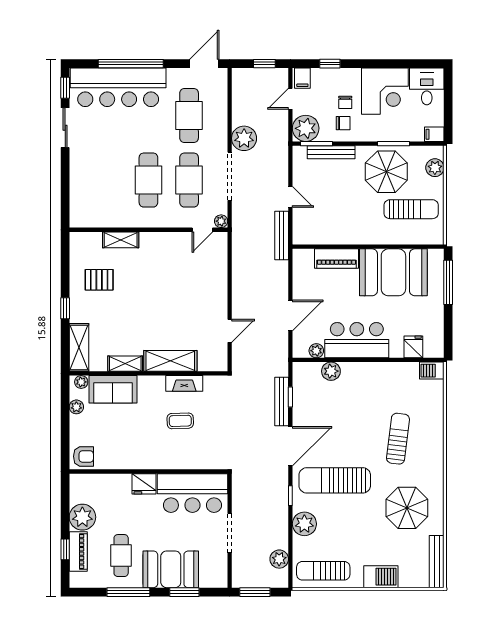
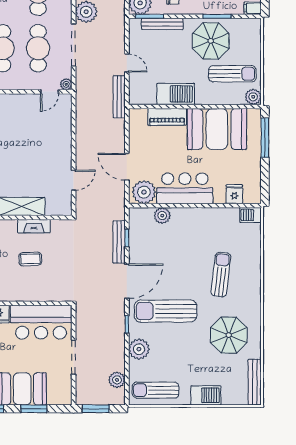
plant: (435, 168) -> (253, 97), moved
barbecue: (346, 232) -> (176, 94), added
door: (290, 316) -> (127, 167), swing flipped
plant: (316, 351) -> (144, 192), width x1.88, depth x1.88

